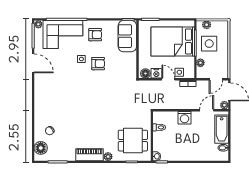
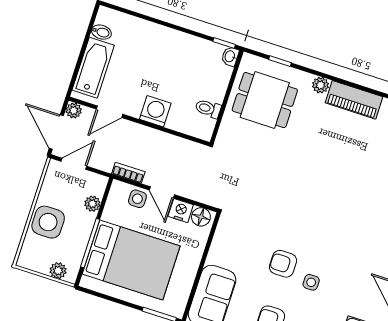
side table: (209, 44) -> (48, 222), moved

